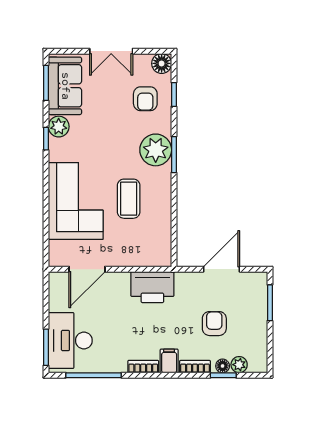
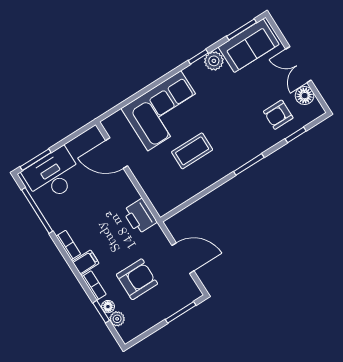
floor lamp: (162, 63) -> (305, 96), moved
plant: (156, 150) -> (243, 148), removed
printer: (152, 287) -> (140, 216), width x0.73, depth x0.84
armchair: (214, 324) -> (137, 279), width x1.38, depth x1.38

